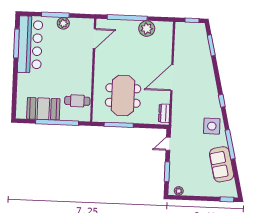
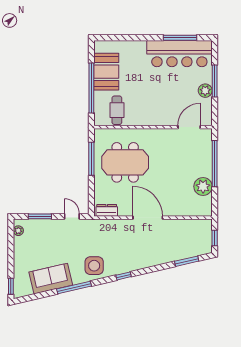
door: (94, 39) -> (189, 127), swing flipped

